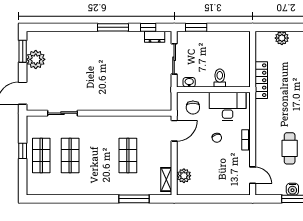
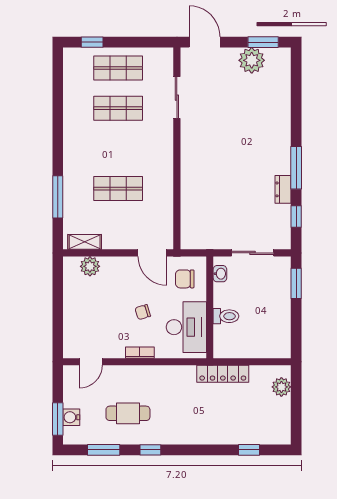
dresser: (155, 37) -> (283, 189), moved
plant: (282, 38) -> (281, 387), moved
window: (23, 151) -> (92, 42), moved

